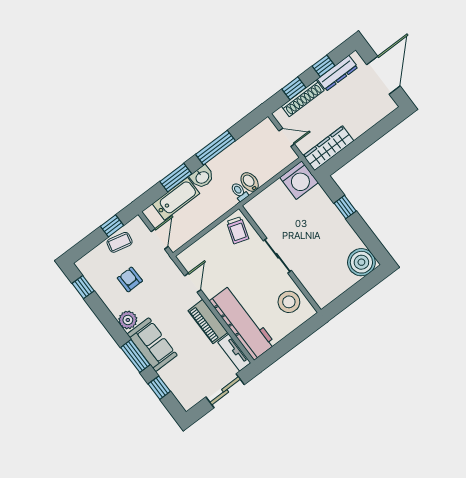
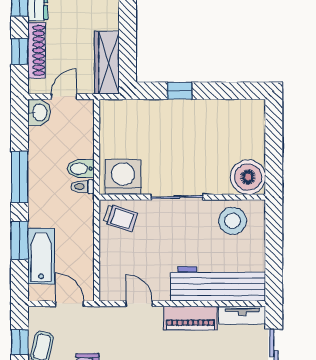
washbasin: (202, 177) -> (39, 112), moved
washing machine: (299, 180) -> (123, 177), moved, turned -90
boiler: (361, 262) -> (248, 177), moved

